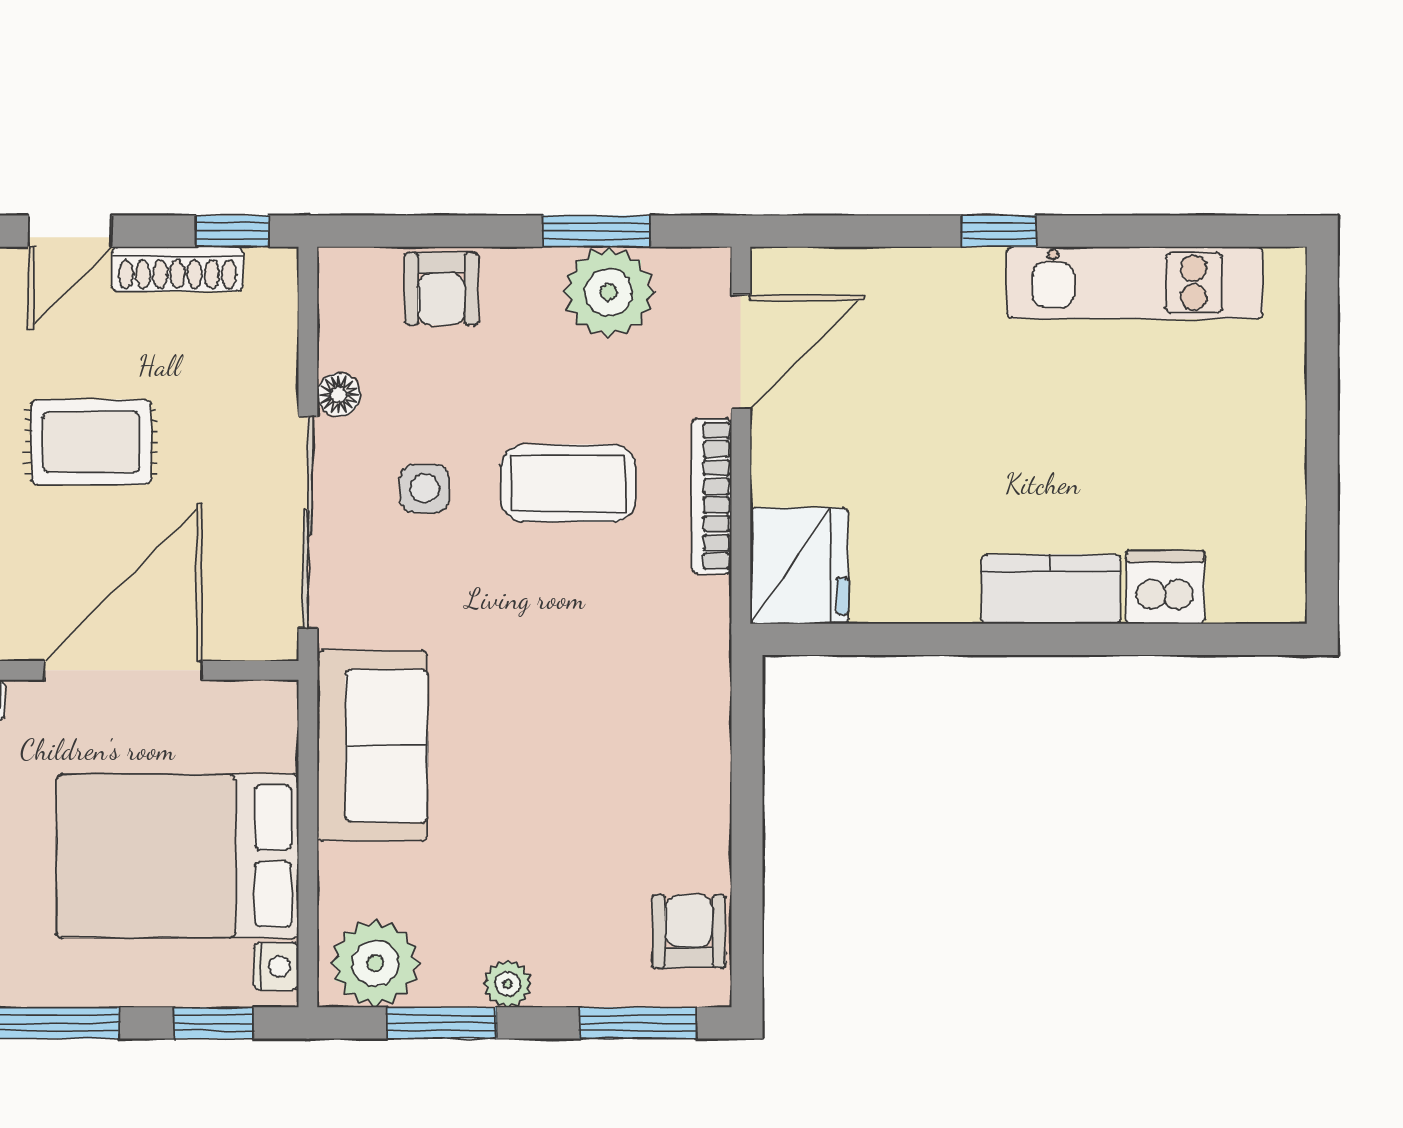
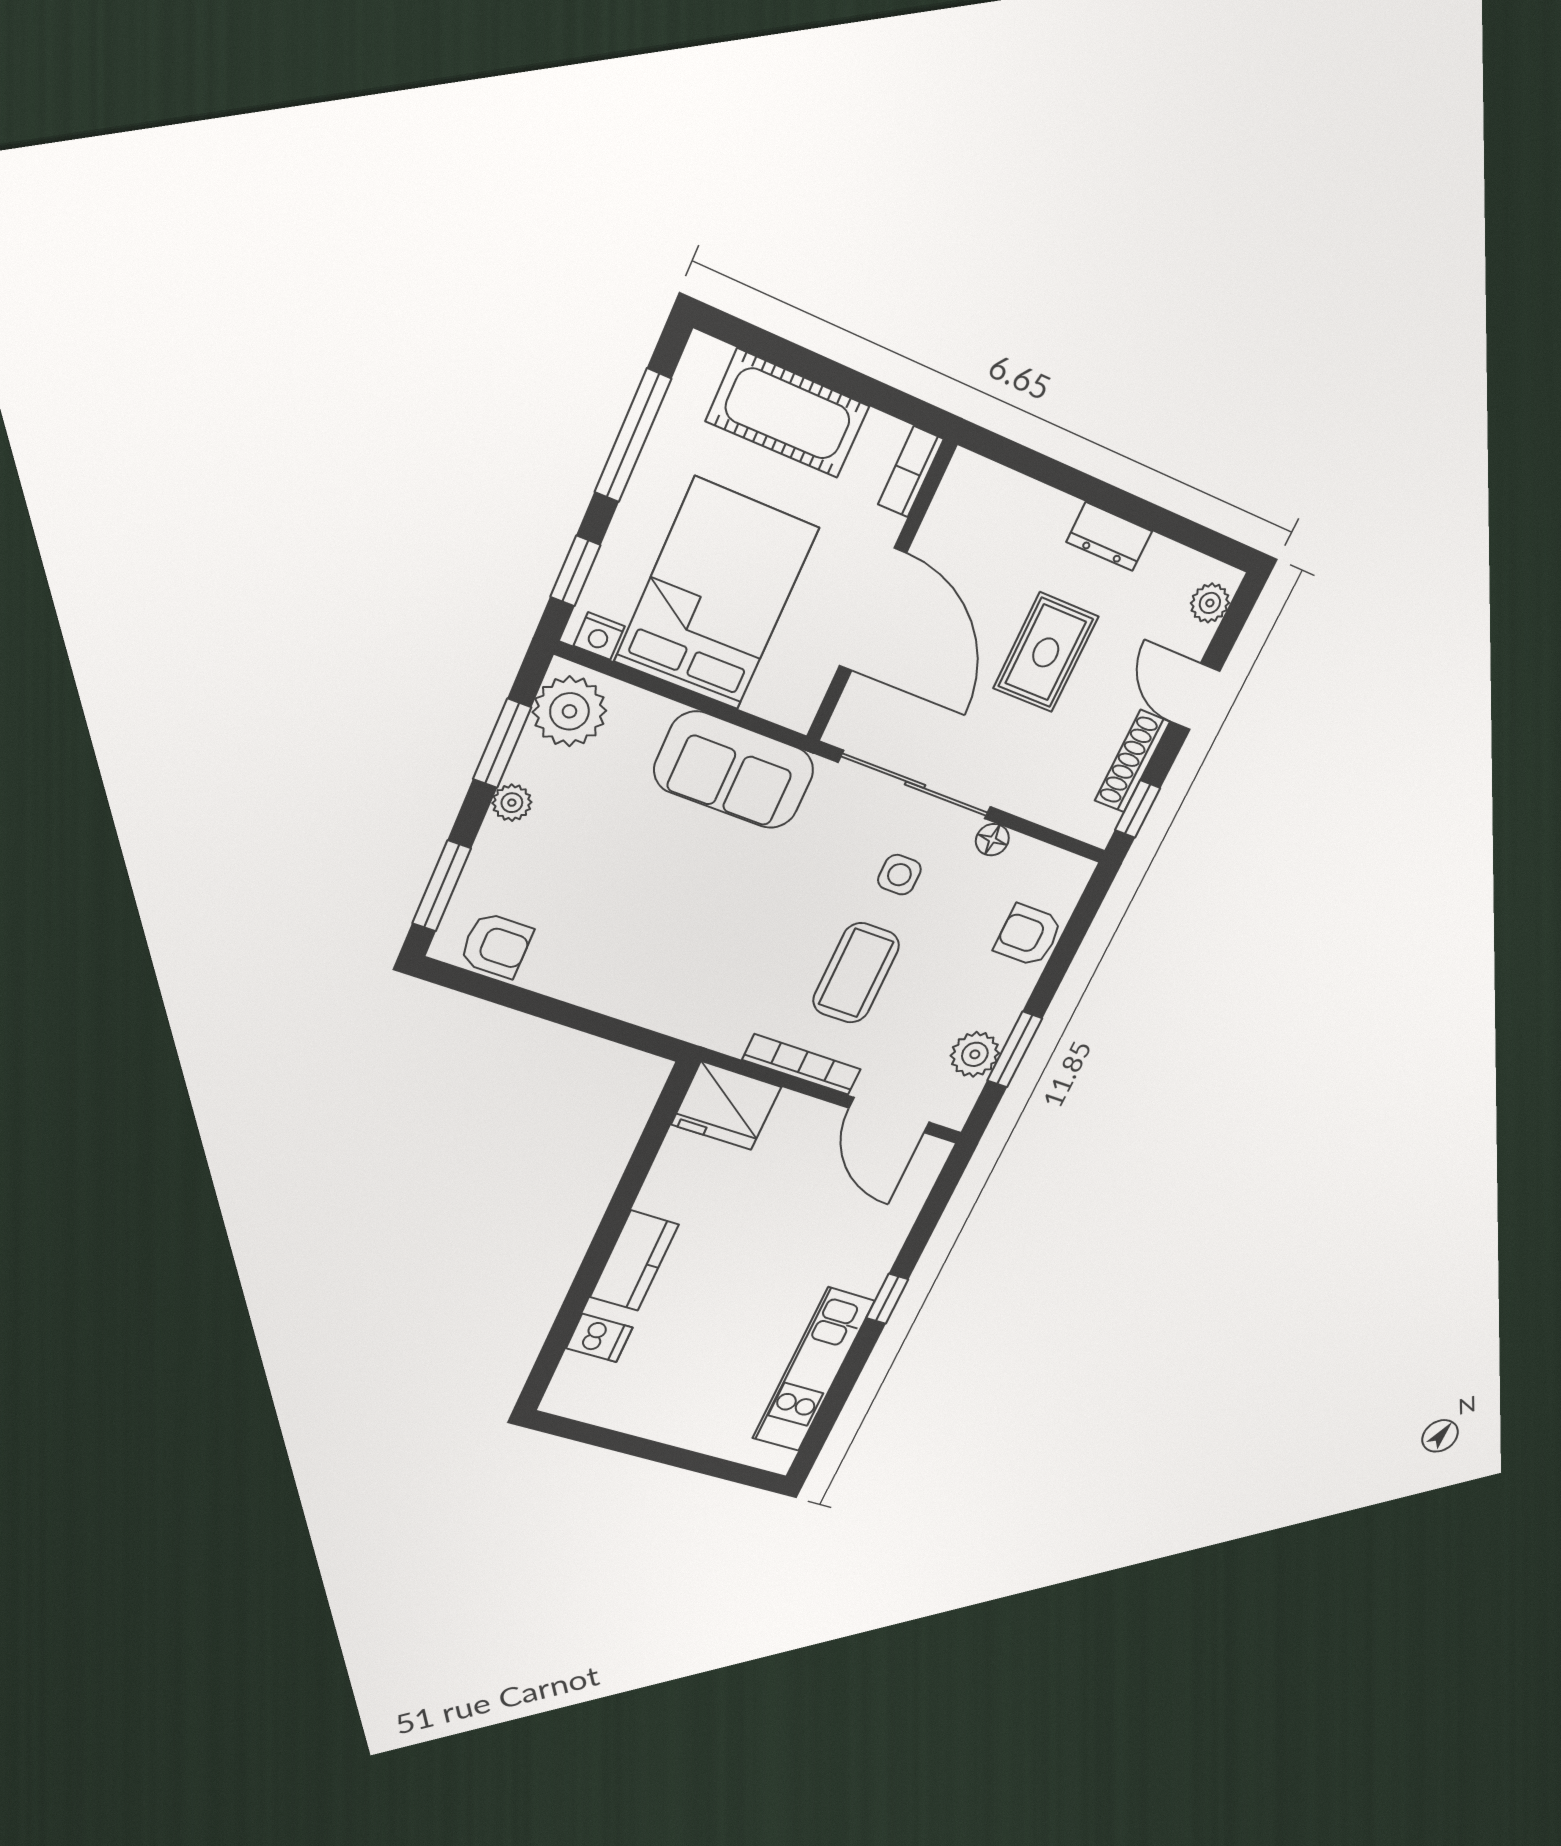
plant: (609, 292) -> (975, 1054), width x0.73, depth x0.73
dishwasher: (1165, 587) -> (599, 1338), width x0.73

